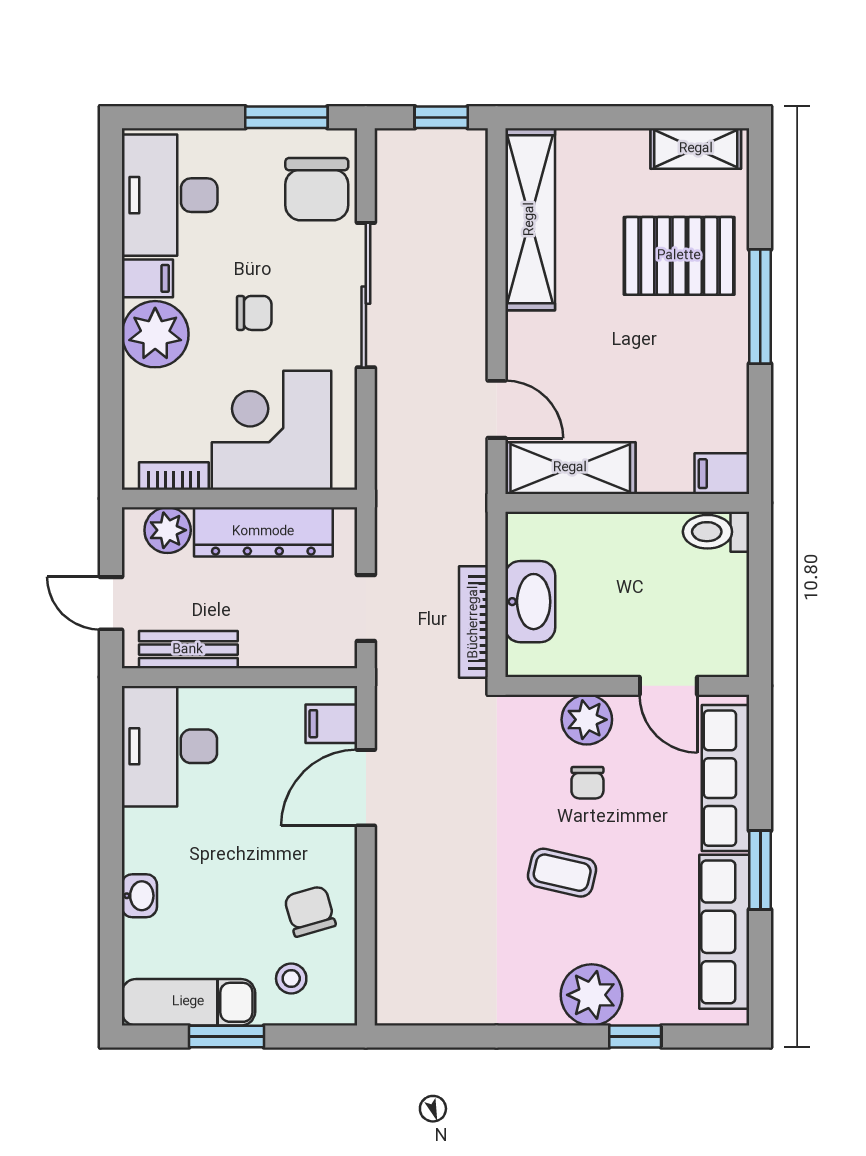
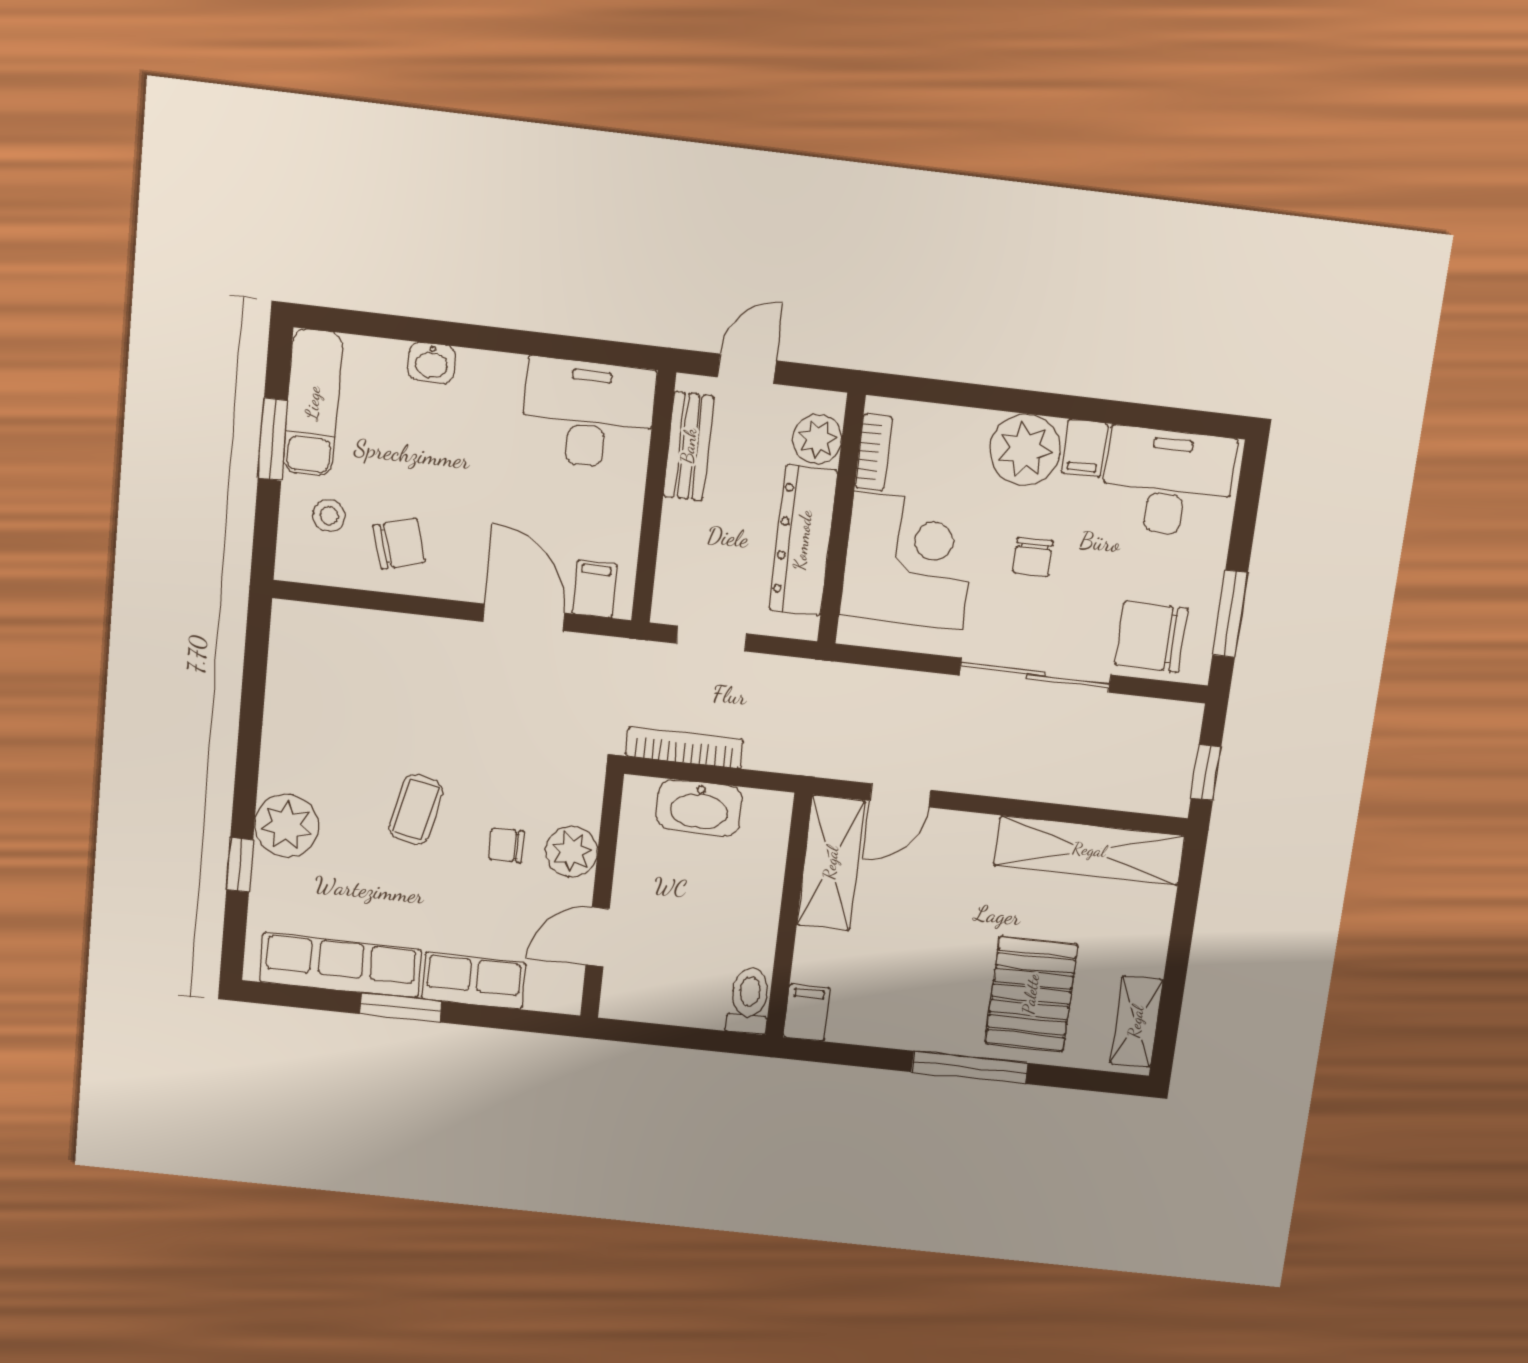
row of seats: (726, 778) -> (473, 981), width x0.68

